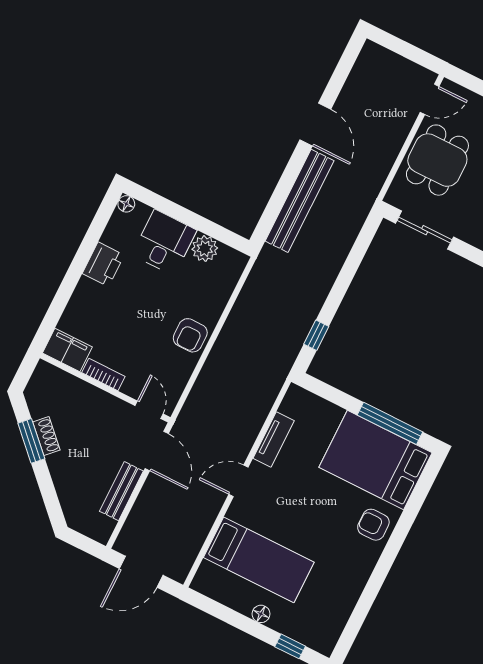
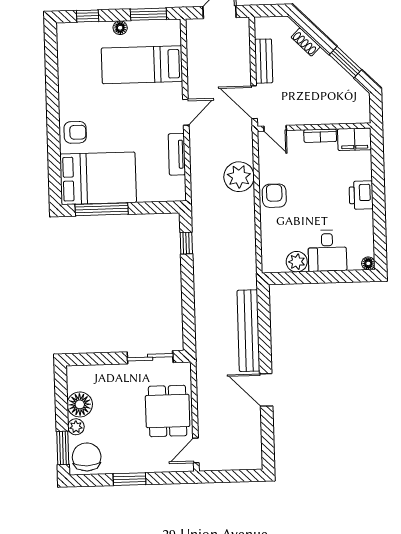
printer: (103, 264) -> (361, 195), moved
plant: (218, 377) -> (239, 177), added
shoe rack: (46, 436) -> (306, 42), moved
window: (221, 612) -> (148, 14), added

